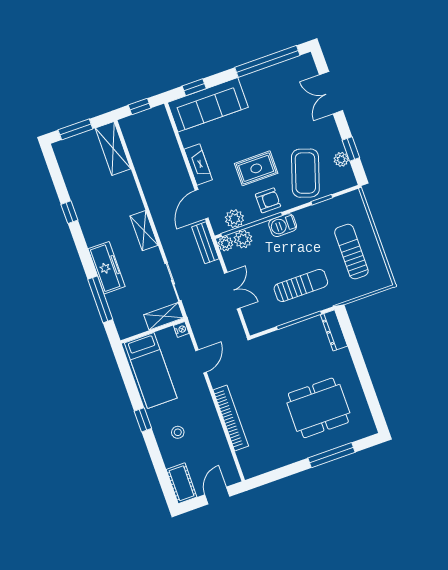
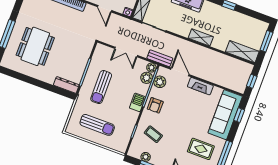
rug: (256, 168) -> (201, 149), moved, turned 90
coffee table: (305, 173) -> (153, 134), width x0.54, depth x0.58
shelving: (144, 231) -> (201, 37), moved

